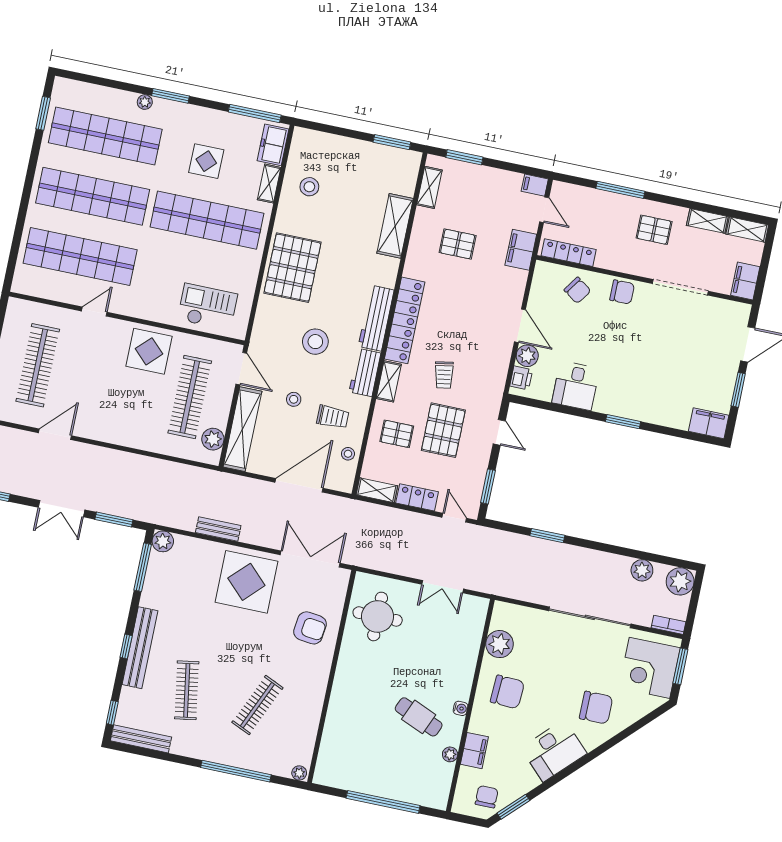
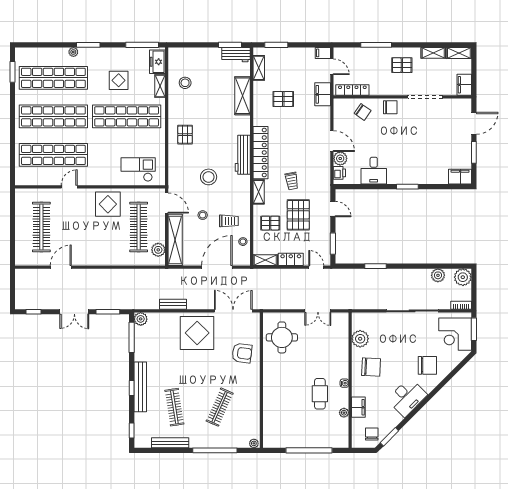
pallet: (293, 268) -> (185, 135), width x0.49, depth x0.50
workbench: (365, 373) -> (236, 55), moved, turned -90
cafe table: (419, 717) -> (320, 394), turned 67
bench: (141, 739) -> (170, 443), moved

